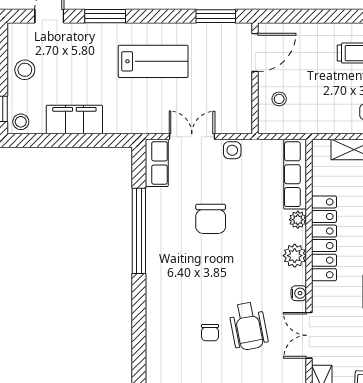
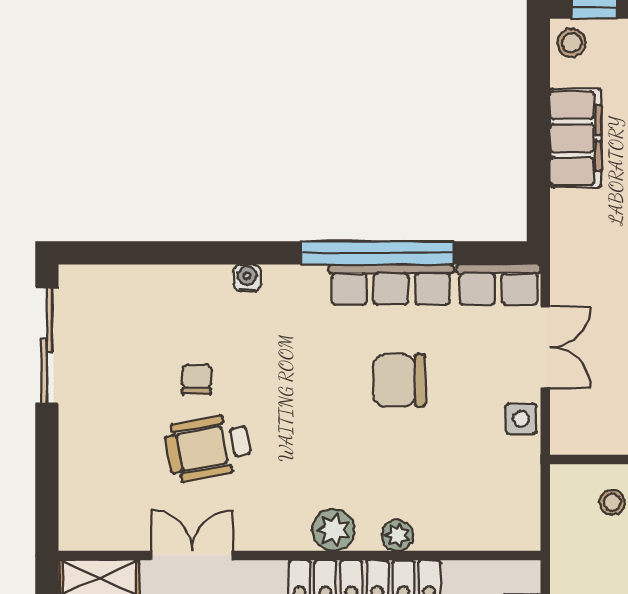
row of seats: (295, 174) -> (391, 285), moved, turned 180
water cooler: (299, 293) -> (247, 278), moved, turned 180
chair: (210, 333) -> (197, 379), turned 90

